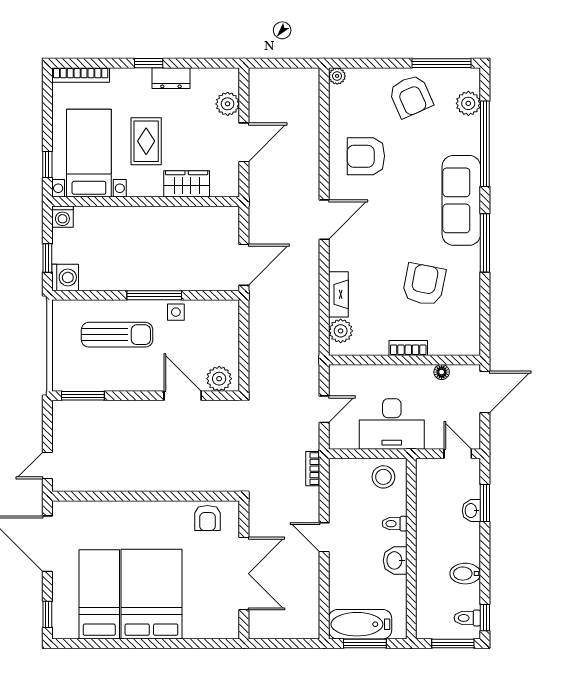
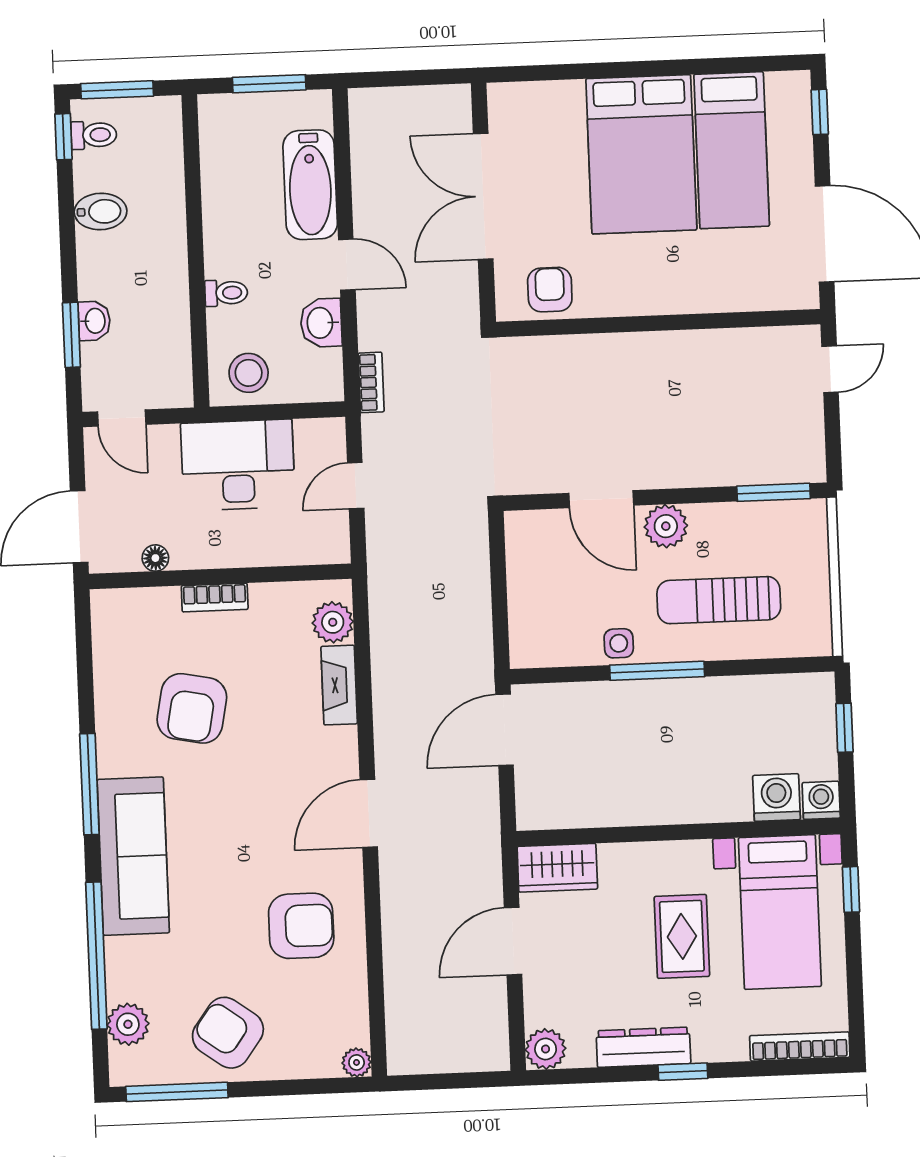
dresser: (171, 78) -> (643, 1047), width x1.44
armchair: (411, 96) -> (228, 1033), turned -30
plant: (228, 104) -> (546, 1049), moved
wardrobe: (187, 184) -> (557, 868), moved
washing machine: (65, 277) -> (777, 798), moved, turned 90
plant: (219, 379) -> (666, 526), moved
washbasin: (395, 560) -> (321, 323), moved, turned 180
bathtub: (360, 624) -> (310, 185), moved, turned 90

